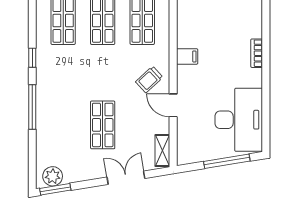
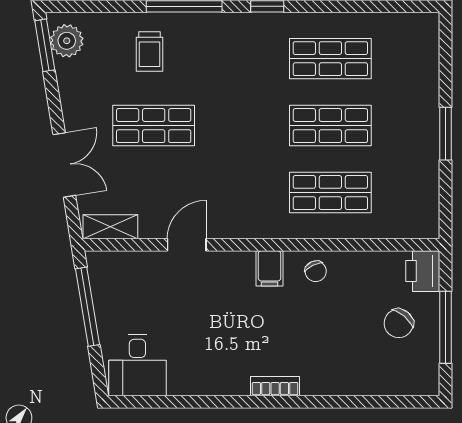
chair: (189, 29) -> (316, 271), added
trolley: (149, 80) -> (150, 52), moved, turned -137
desk: (239, 120) -> (137, 365), width x0.53, depth x0.77
window: (227, 161) -> (87, 307), moved

